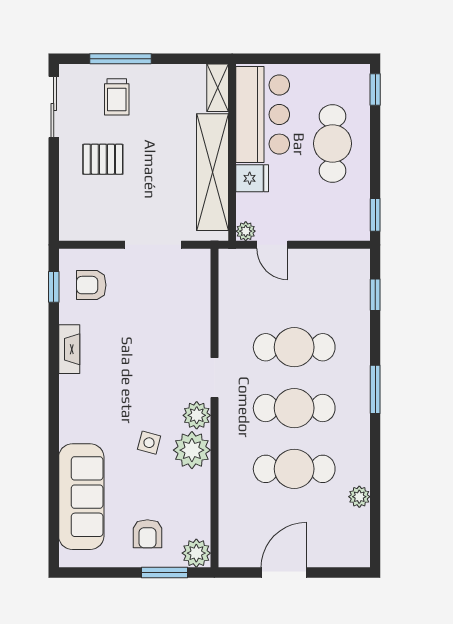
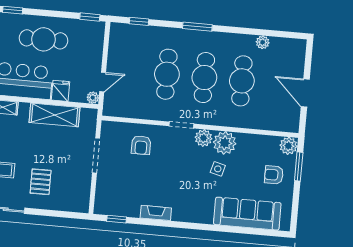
shelving: (212, 172) -> (55, 115), width x0.68
armchair: (91, 285) -> (141, 145), moved
armchair: (147, 534) -> (274, 175), turned 180

